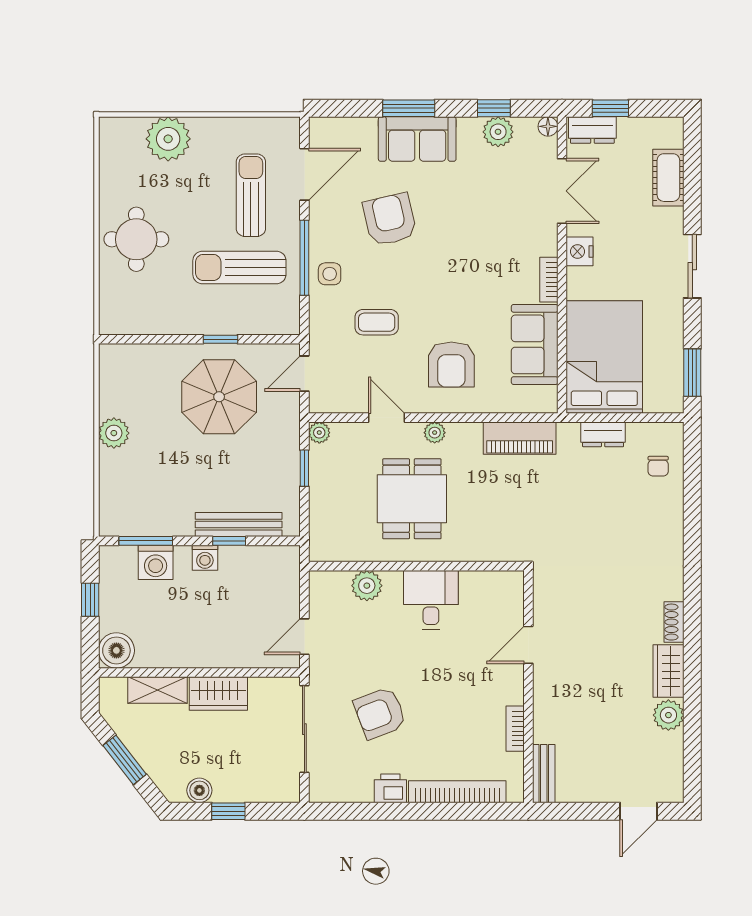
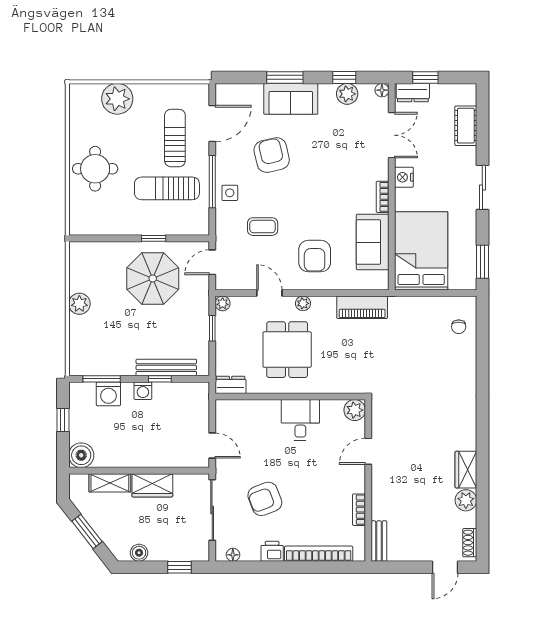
dresser: (603, 434) -> (231, 385), moved, turned 180
plant: (367, 586) -> (355, 410), moved
shoe rack: (674, 622) -> (470, 543), moved
door: (304, 637) -> (212, 446), swing flipped
floor lamp: (334, 793) -> (233, 555), added
window: (228, 811) -> (179, 567), moved

